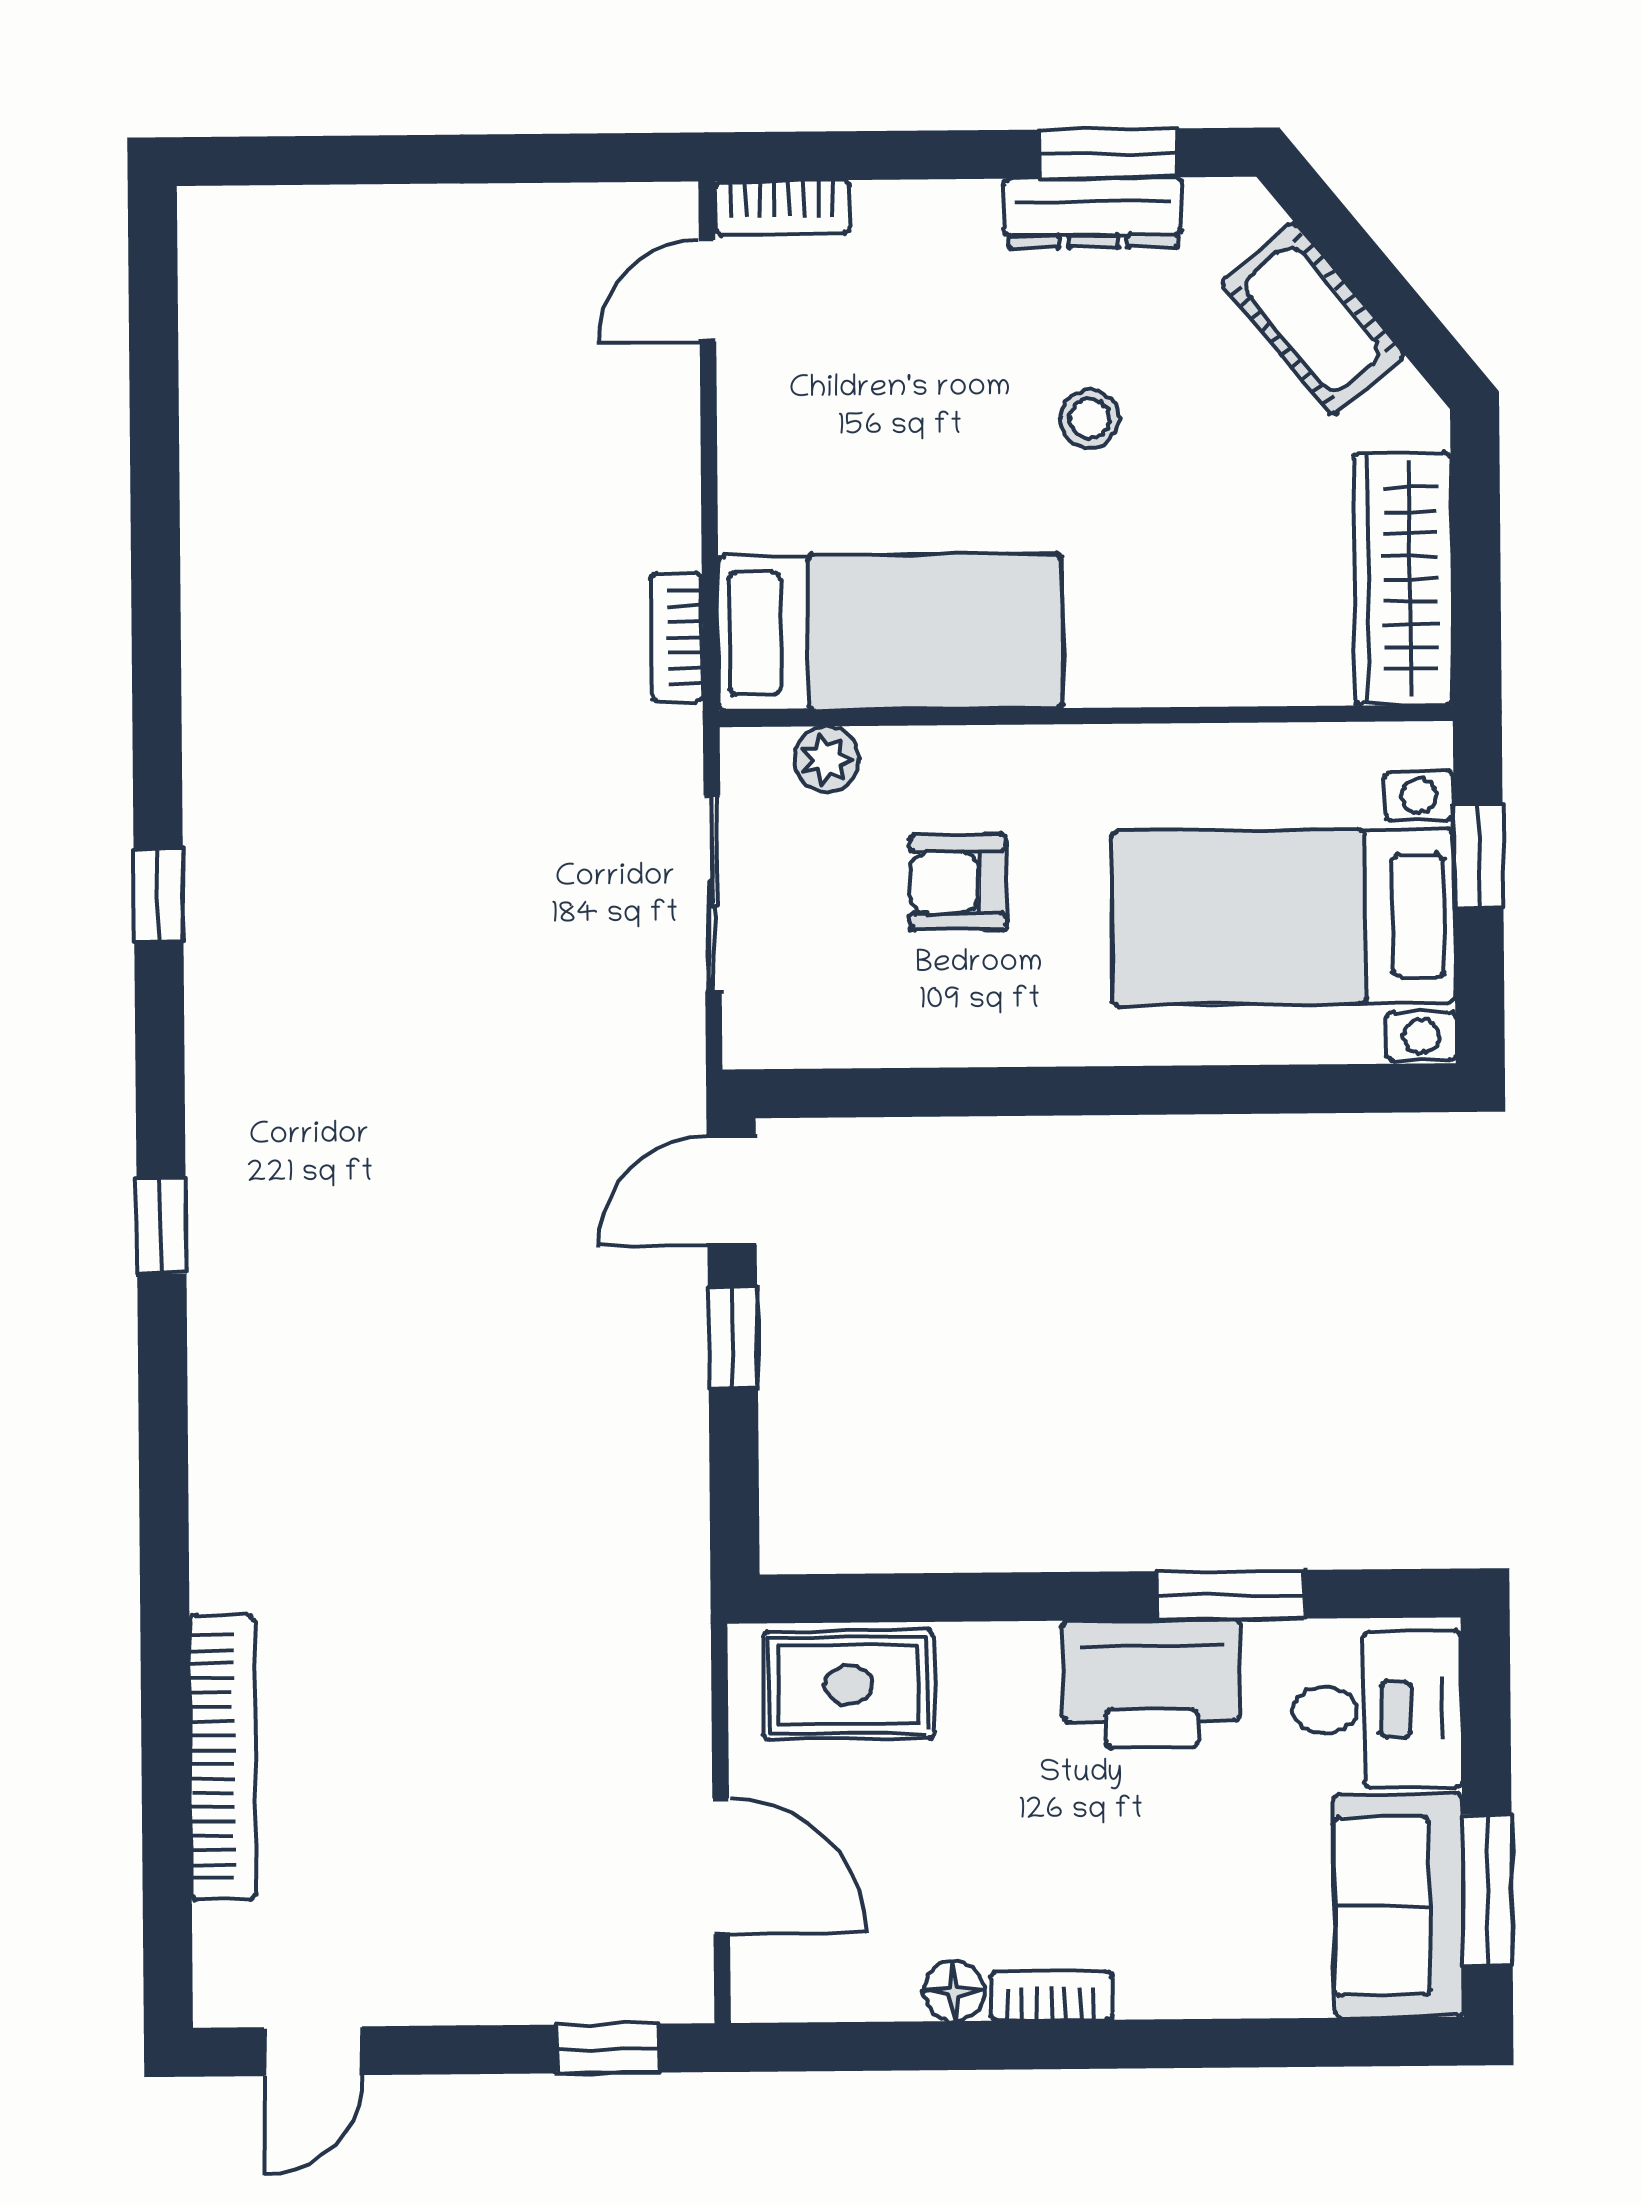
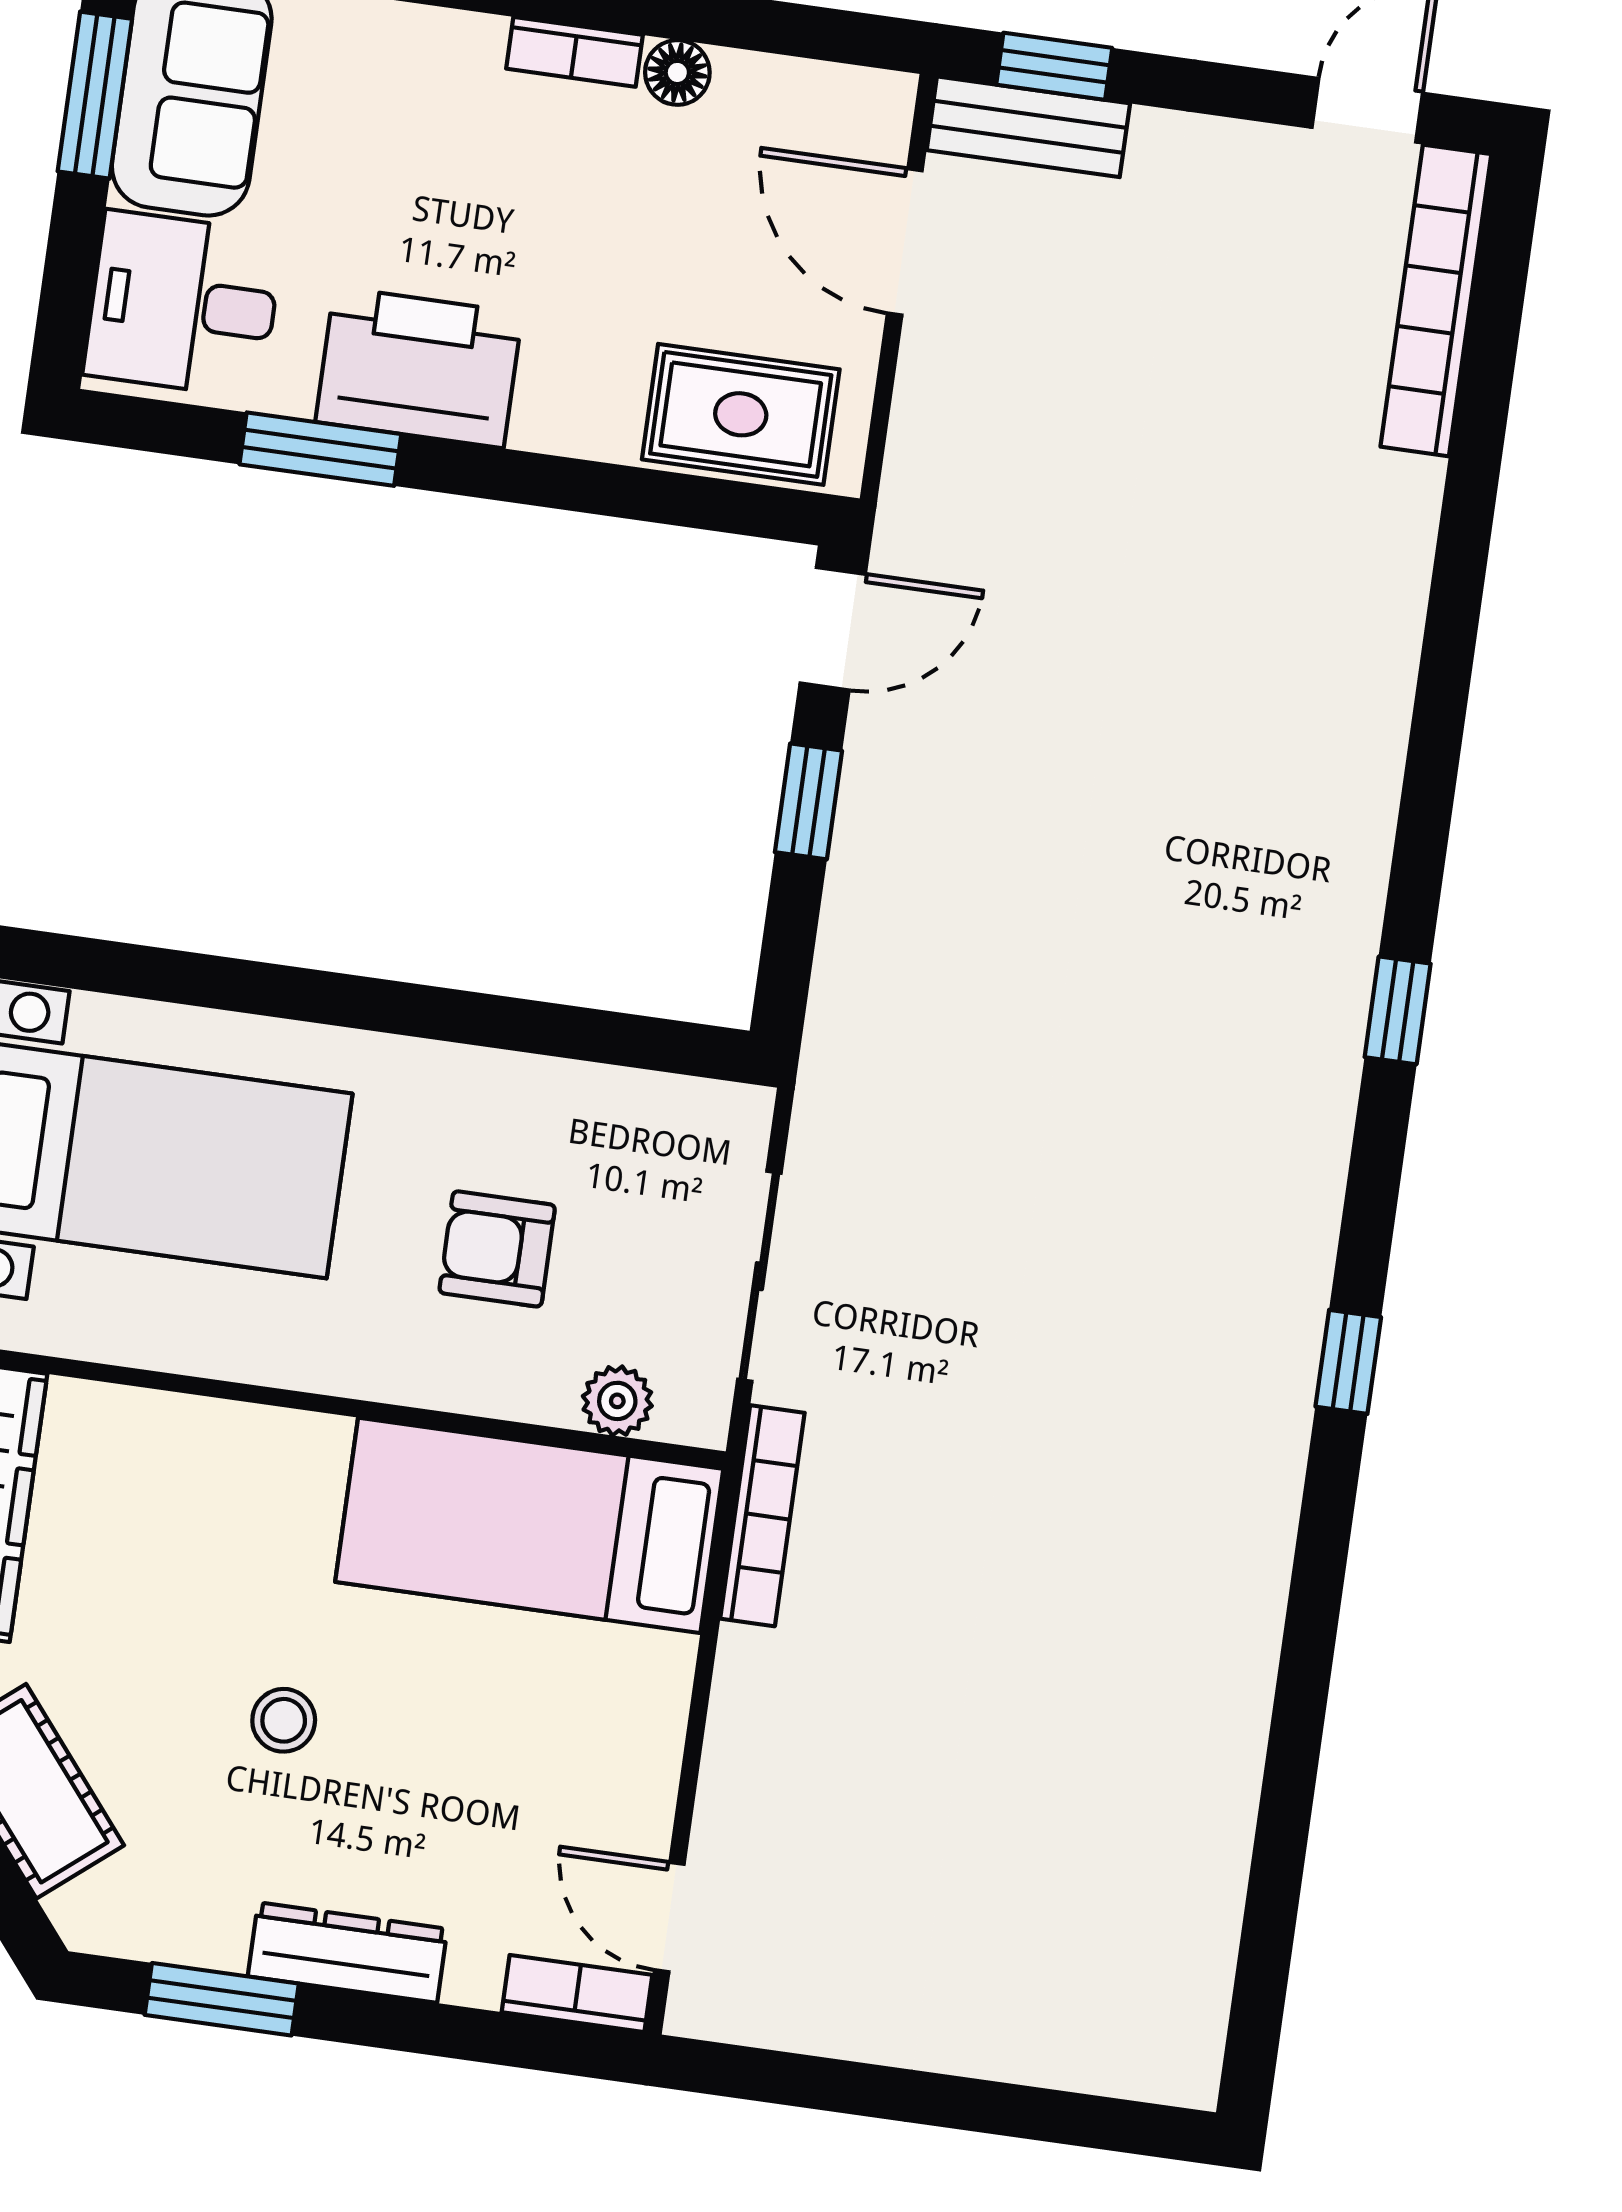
dresser: (1093, 213) -> (348, 1953), moved
door: (707, 291) -> (669, 1917), swing flipped
bookcase: (677, 637) -> (762, 1516), width x1.56
armchair: (958, 882) -> (497, 1249), turned 180
door: (732, 1190) -> (833, 629), moved
bookcase: (223, 1757) -> (1436, 300), moved
bench: (623, 1989) -> (1028, 127), added

